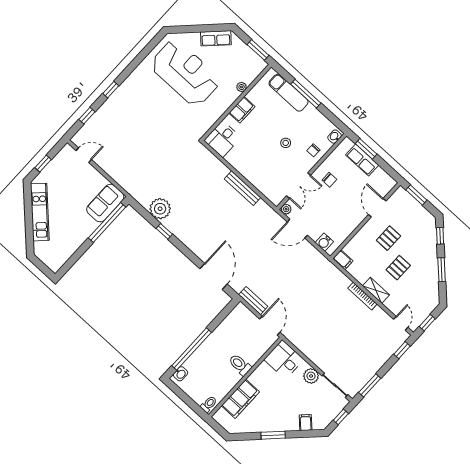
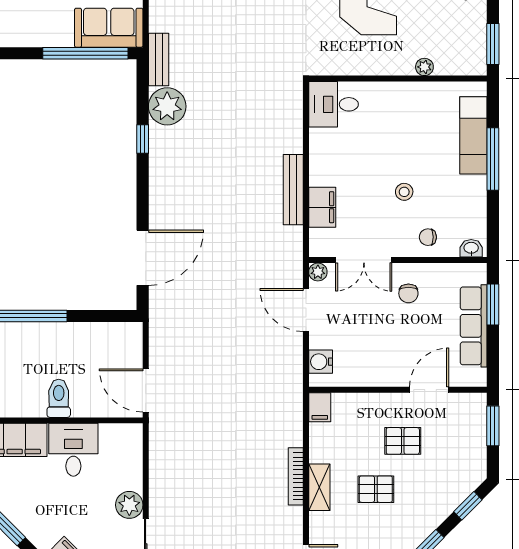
filing cabinet: (242, 110) -> (322, 207), moved, turned -90
row of seats: (362, 160) -> (474, 326), width x1.48
bench: (253, 301) -> (159, 59), moved
door: (270, 326) -> (146, 391), swing flipped
desk: (284, 360) -> (73, 450), moved

